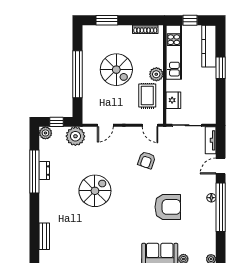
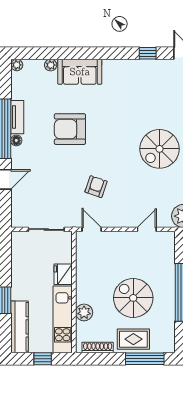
window: (107, 20) -> (145, 359), width x1.44
plant: (156, 74) -> (84, 312), moved
rug: (147, 96) -> (133, 339), moved, turned 90
fridge: (173, 100) -> (63, 274), moved
tv unit: (211, 140) -> (17, 117), moved

